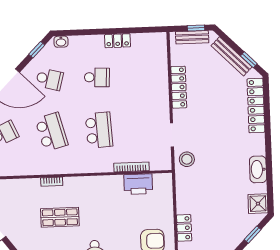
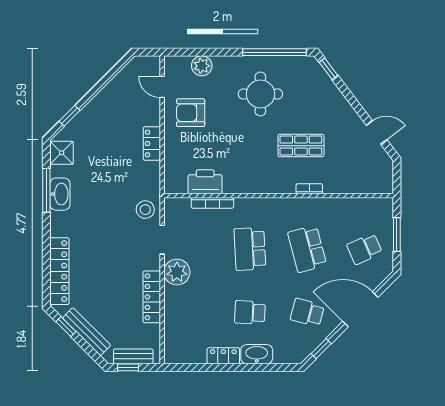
washbasin: (61, 42) -> (257, 354), moved, width x1.91, depth x1.45
plant: (159, 109) -> (177, 272), added
window: (269, 172) -> (46, 190), added
locker: (184, 228) -> (152, 144), moved

